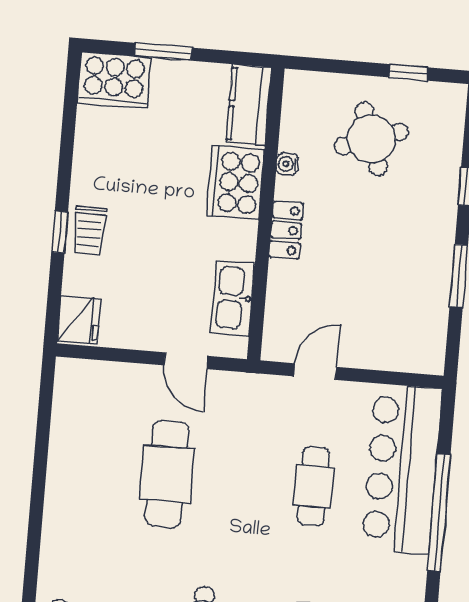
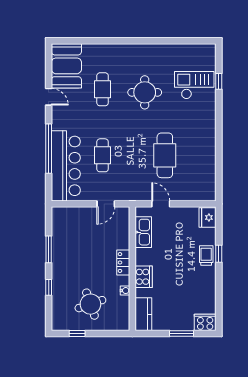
cooker: (114, 80) -> (205, 322), width x0.73, depth x0.76
cooker: (236, 183) -> (144, 277), width x0.73, depth x0.76

